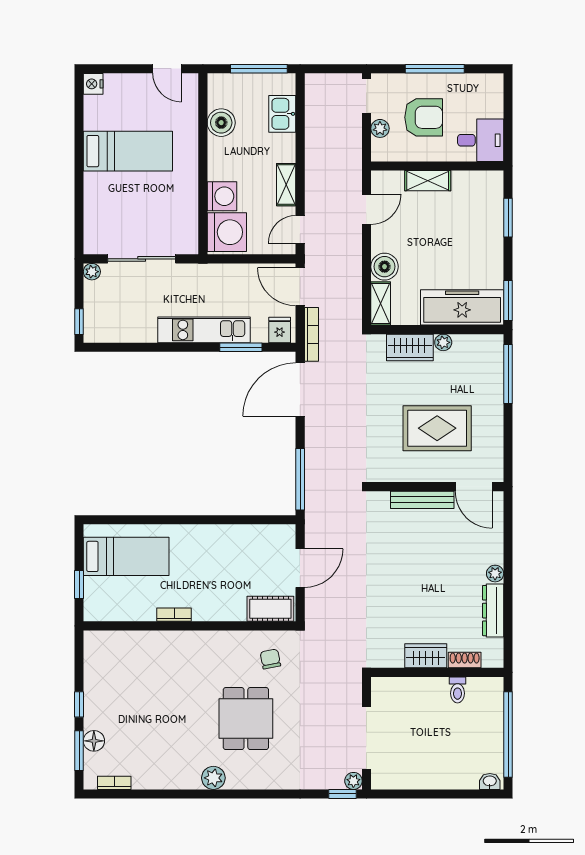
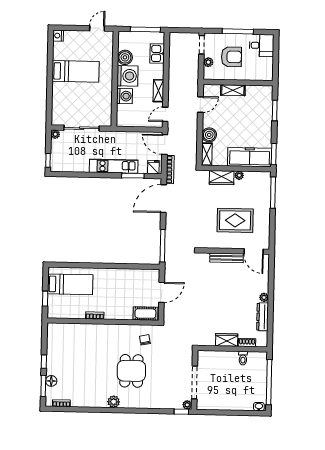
door: (167, 69) -> (97, 28), swing flipped
desk: (481, 140) -> (262, 45), moved
washing machine: (227, 232) -> (127, 76), moved

